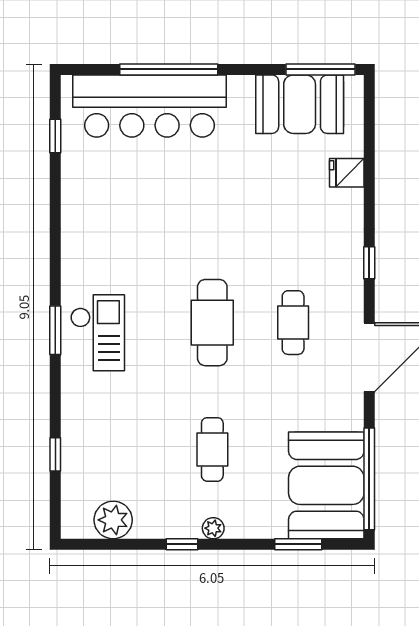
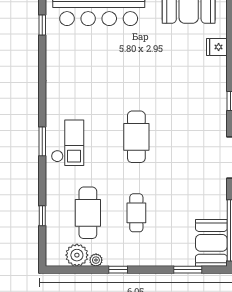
cafe table: (293, 323) -> (88, 213), moved, width x1.37, depth x1.35
booth: (326, 485) -> (211, 243), width x0.73, depth x0.70
plant: (213, 528) -> (96, 260), moved

